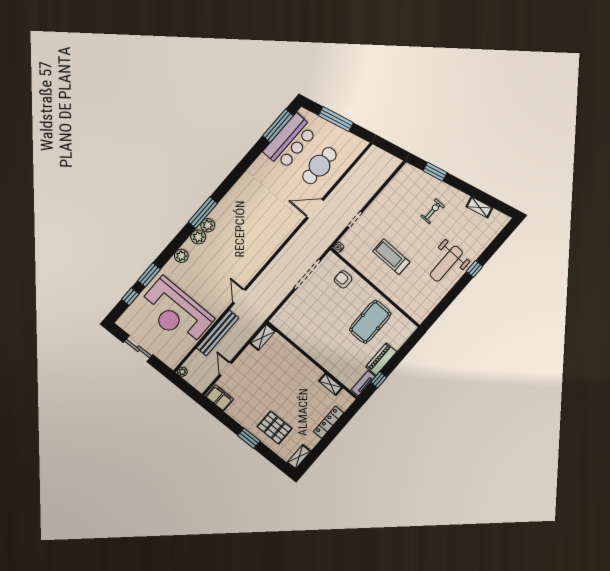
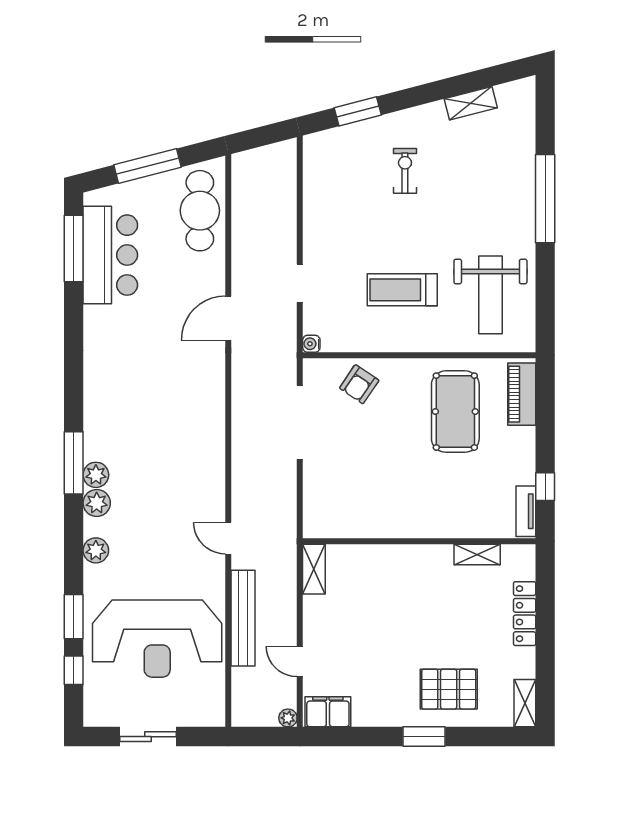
cafe table: (319, 166) -> (200, 211), moved
weight bench: (446, 264) -> (490, 295), moved
window: (475, 269) -> (545, 199), width x3.17
armchair: (343, 279) -> (359, 384), turned -56
piano: (381, 359) -> (522, 394), moved
plant: (182, 372) -> (288, 718), moved

